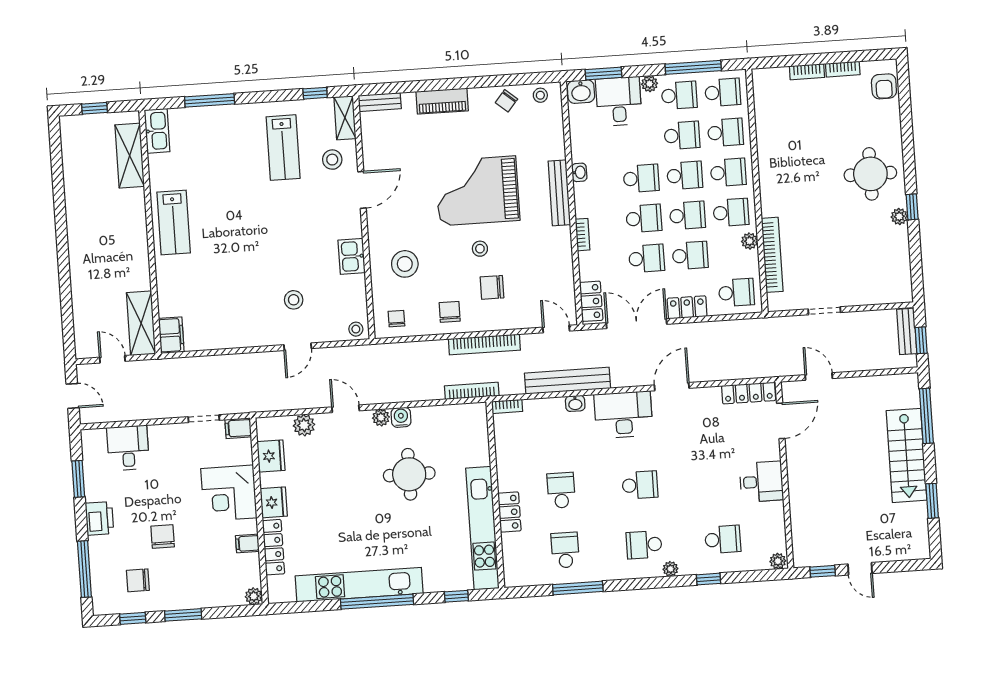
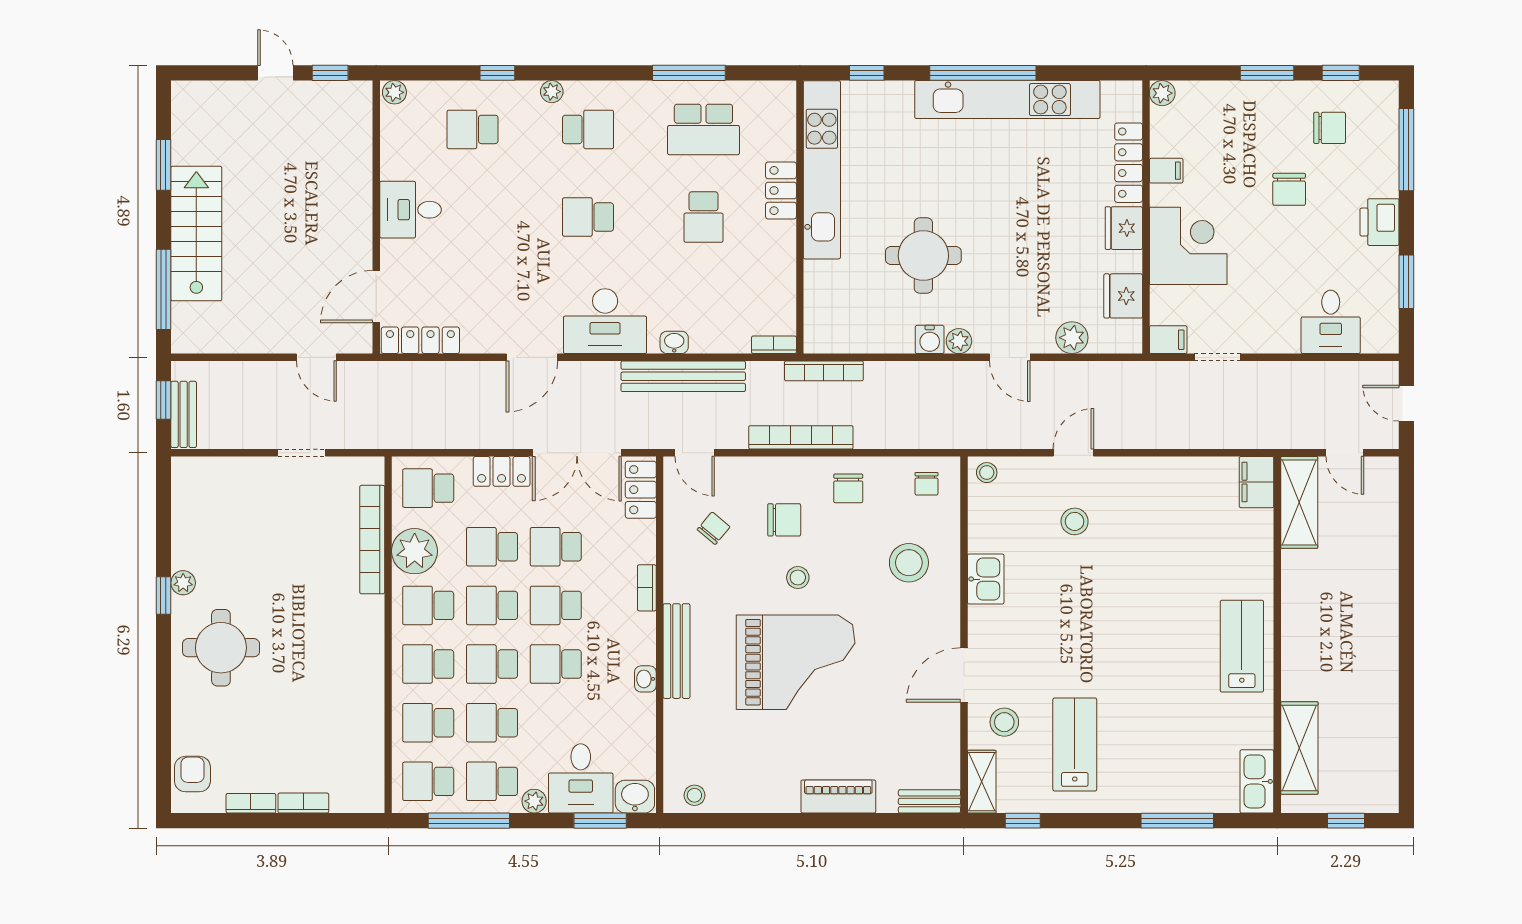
chair: (506, 101) -> (714, 528), moved
plant: (750, 241) -> (415, 551), width x1.88, depth x1.88
school desk: (565, 550) -> (703, 129), width x1.85

